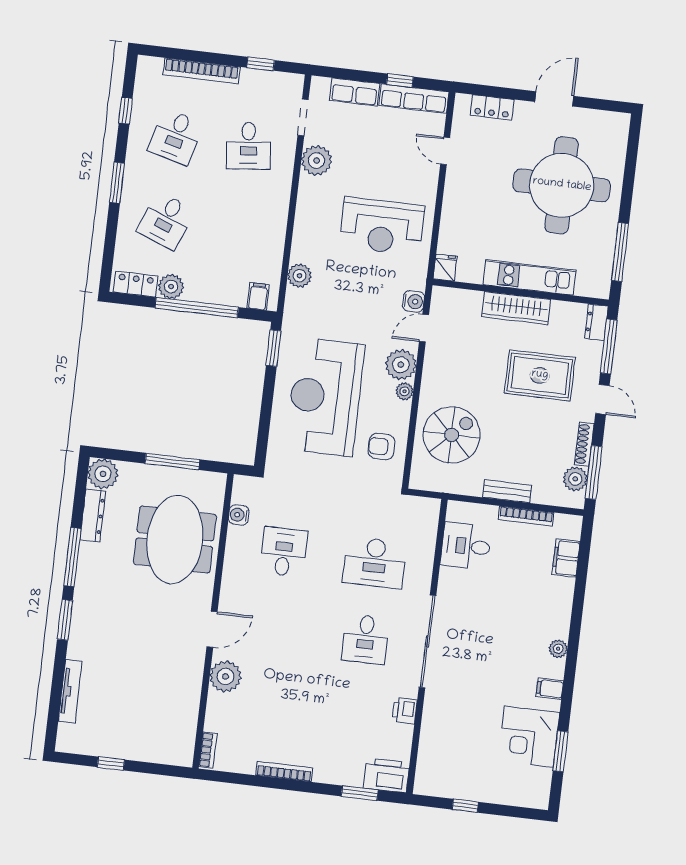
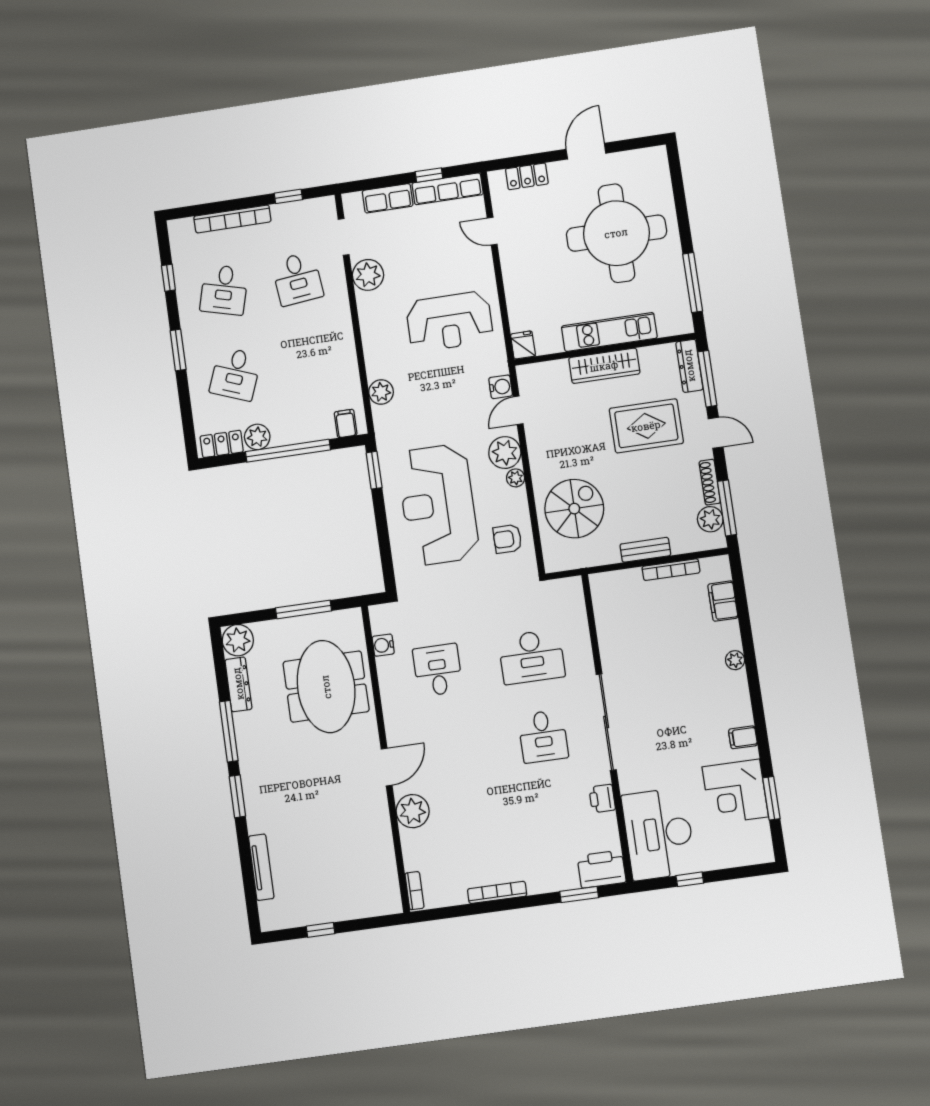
dresser: (596, 322) -> (689, 366), width x1.44
desk: (466, 546) -> (659, 834), moved, width x1.87, depth x1.30
plant: (558, 649) -> (735, 660), moved

